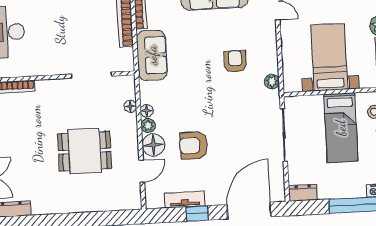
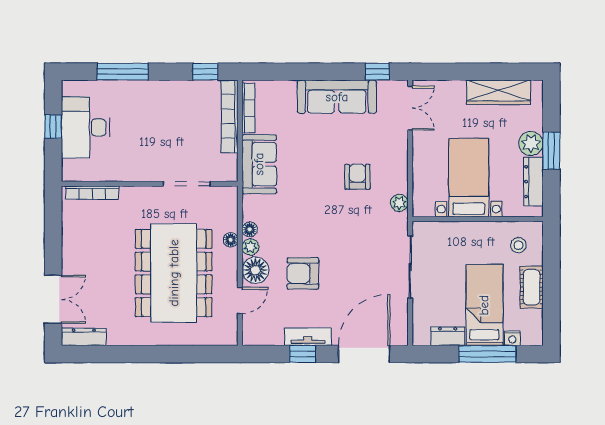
floor lamp: (130, 106) -> (231, 240), moved
bed: (341, 128) -> (484, 305), moved, turned 180
dining table: (85, 151) -> (174, 273), width x1.88, depth x1.24
dresser: (303, 193) -> (448, 336), moved
tv unit: (185, 200) -> (308, 337), moved

